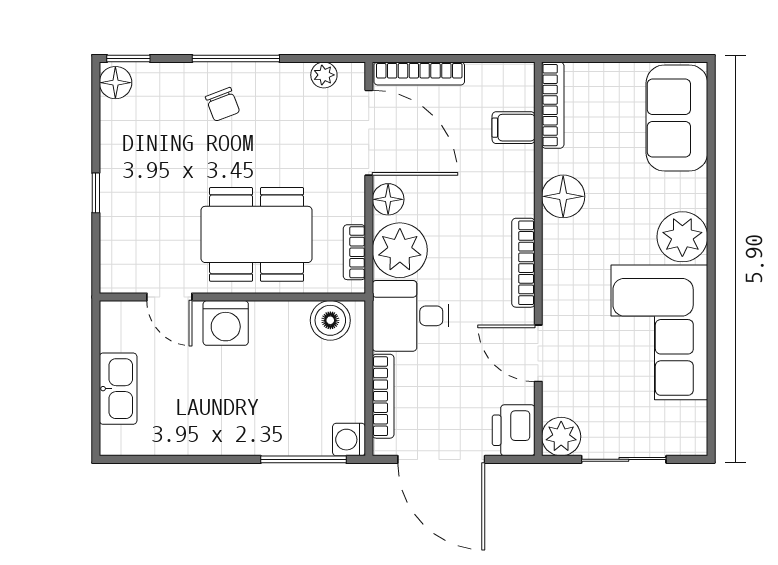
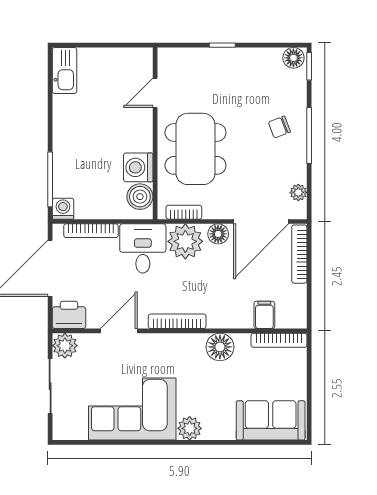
plant: (682, 237) -> (190, 428), width x0.73, depth x0.73
washing machine: (226, 323) -> (138, 167), moved
kitchen sink: (118, 389) -> (65, 70), moved, turned -90

